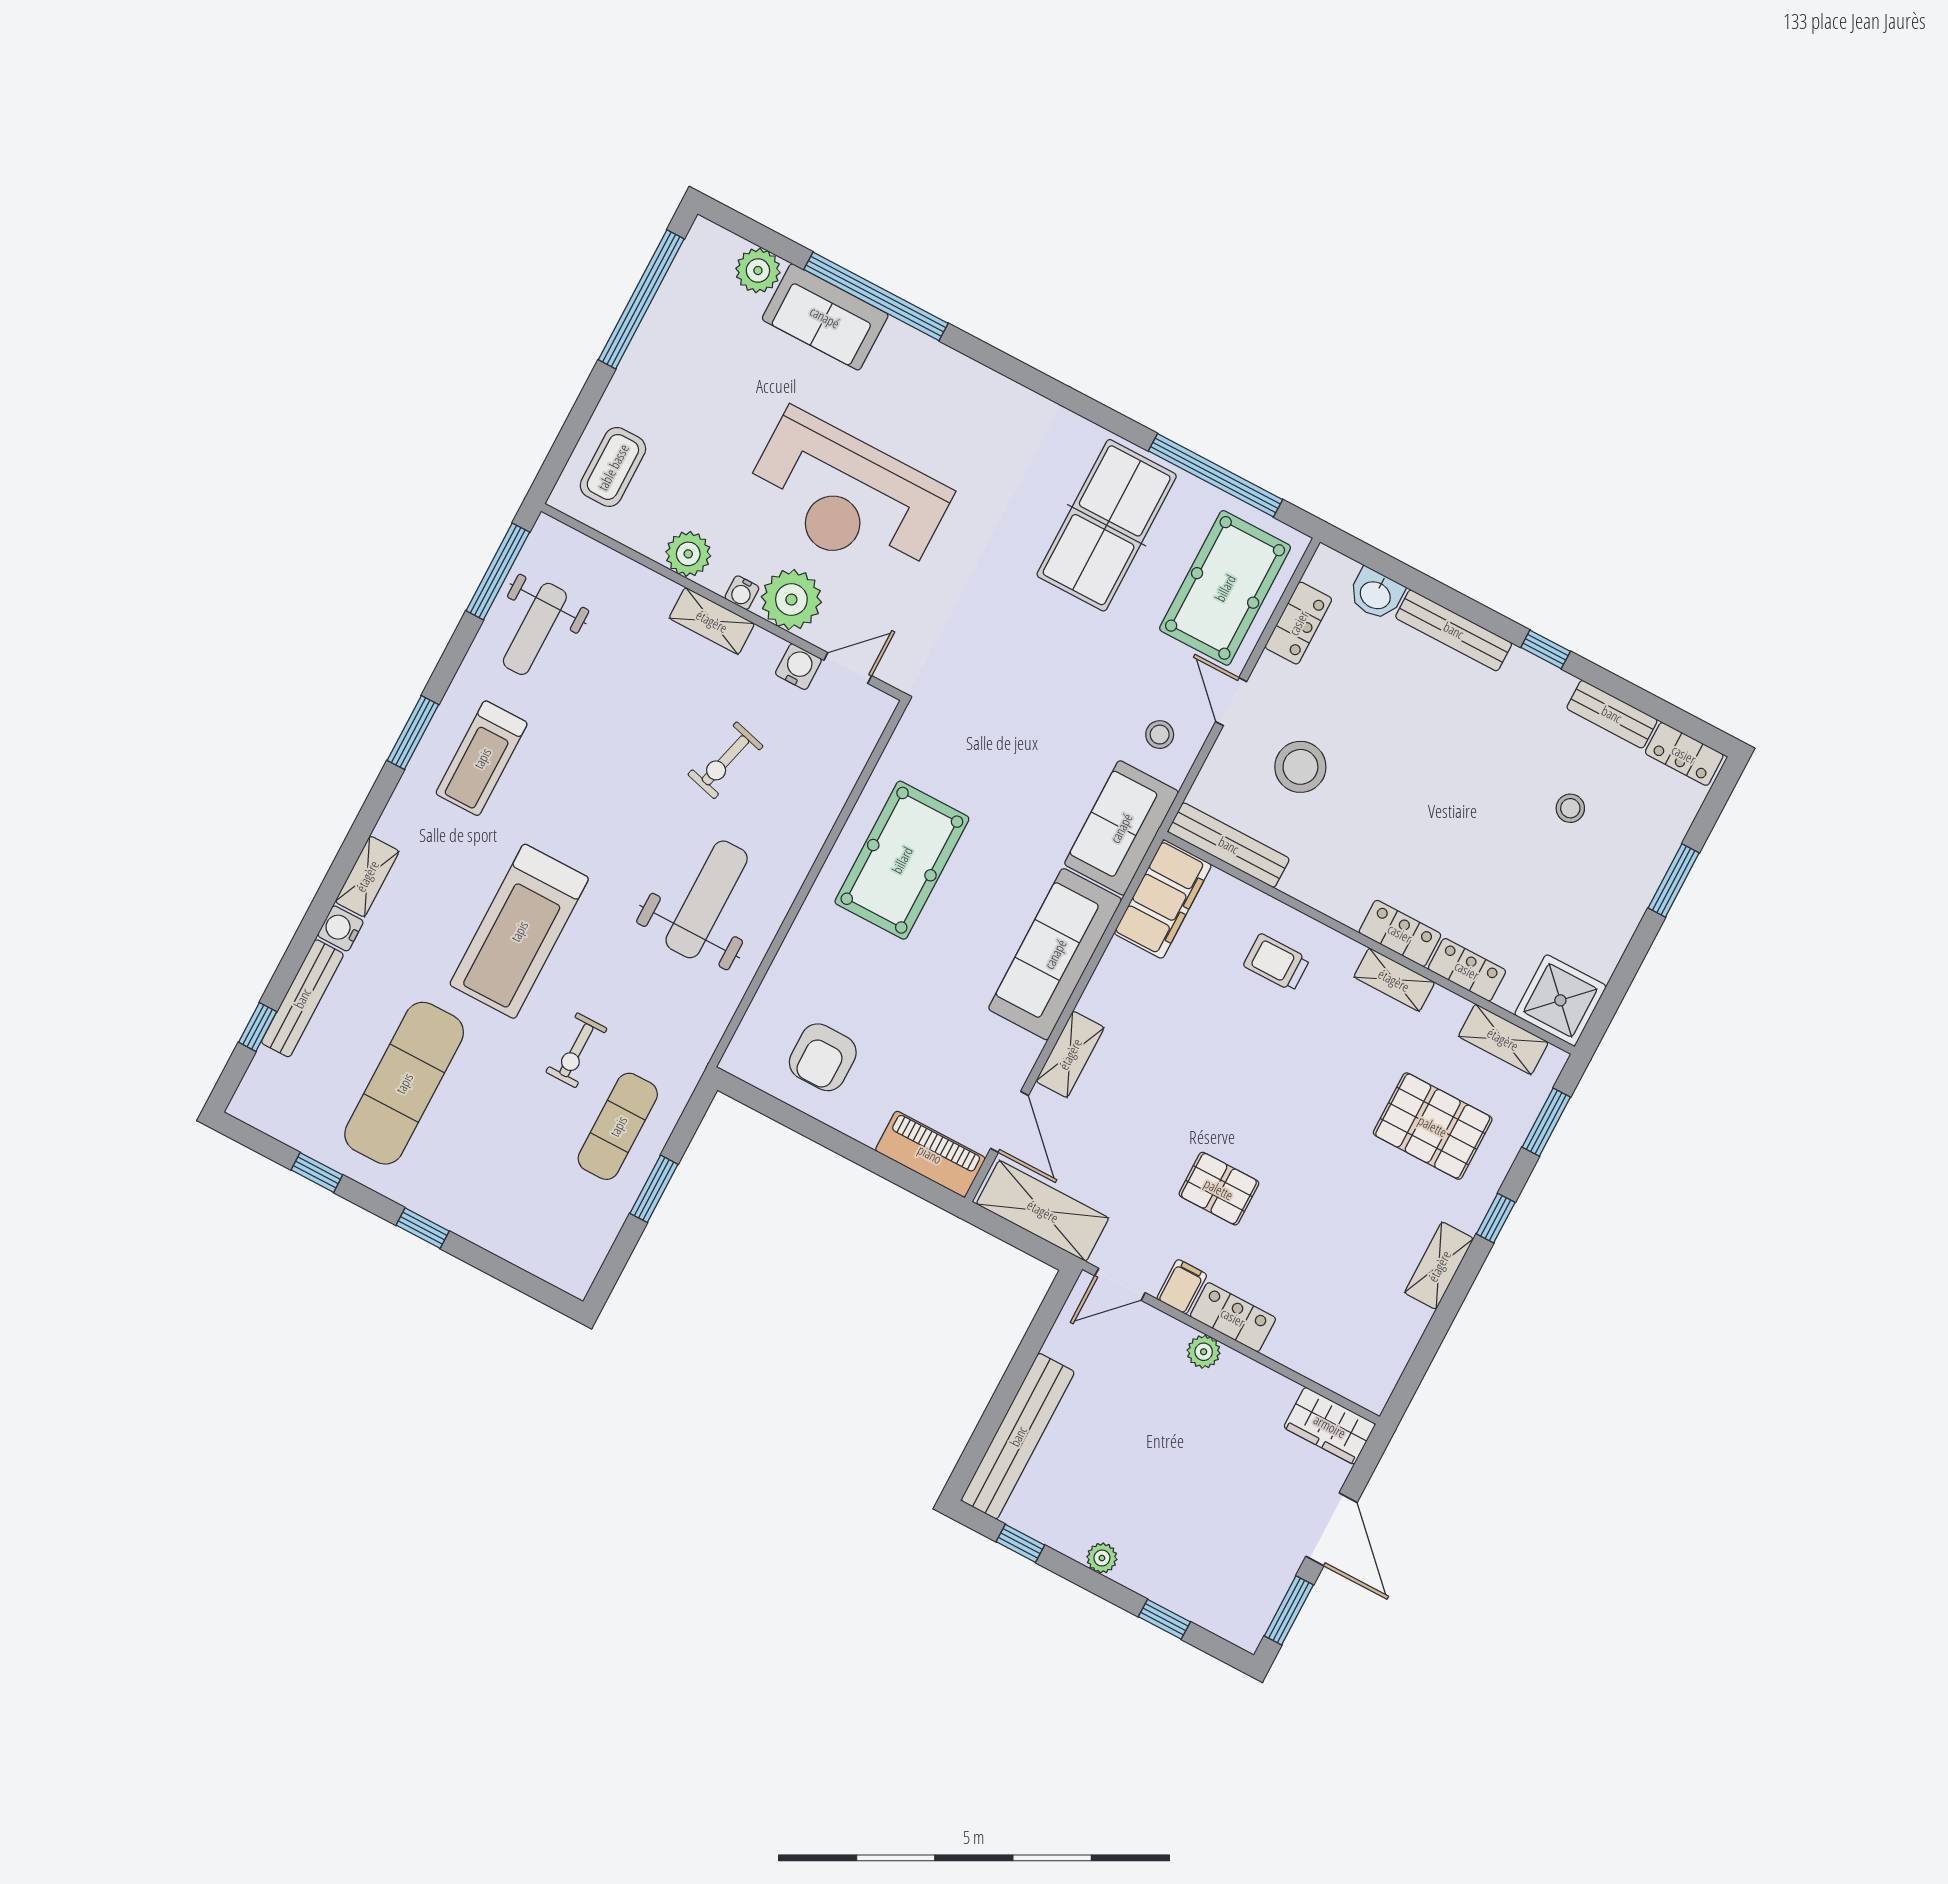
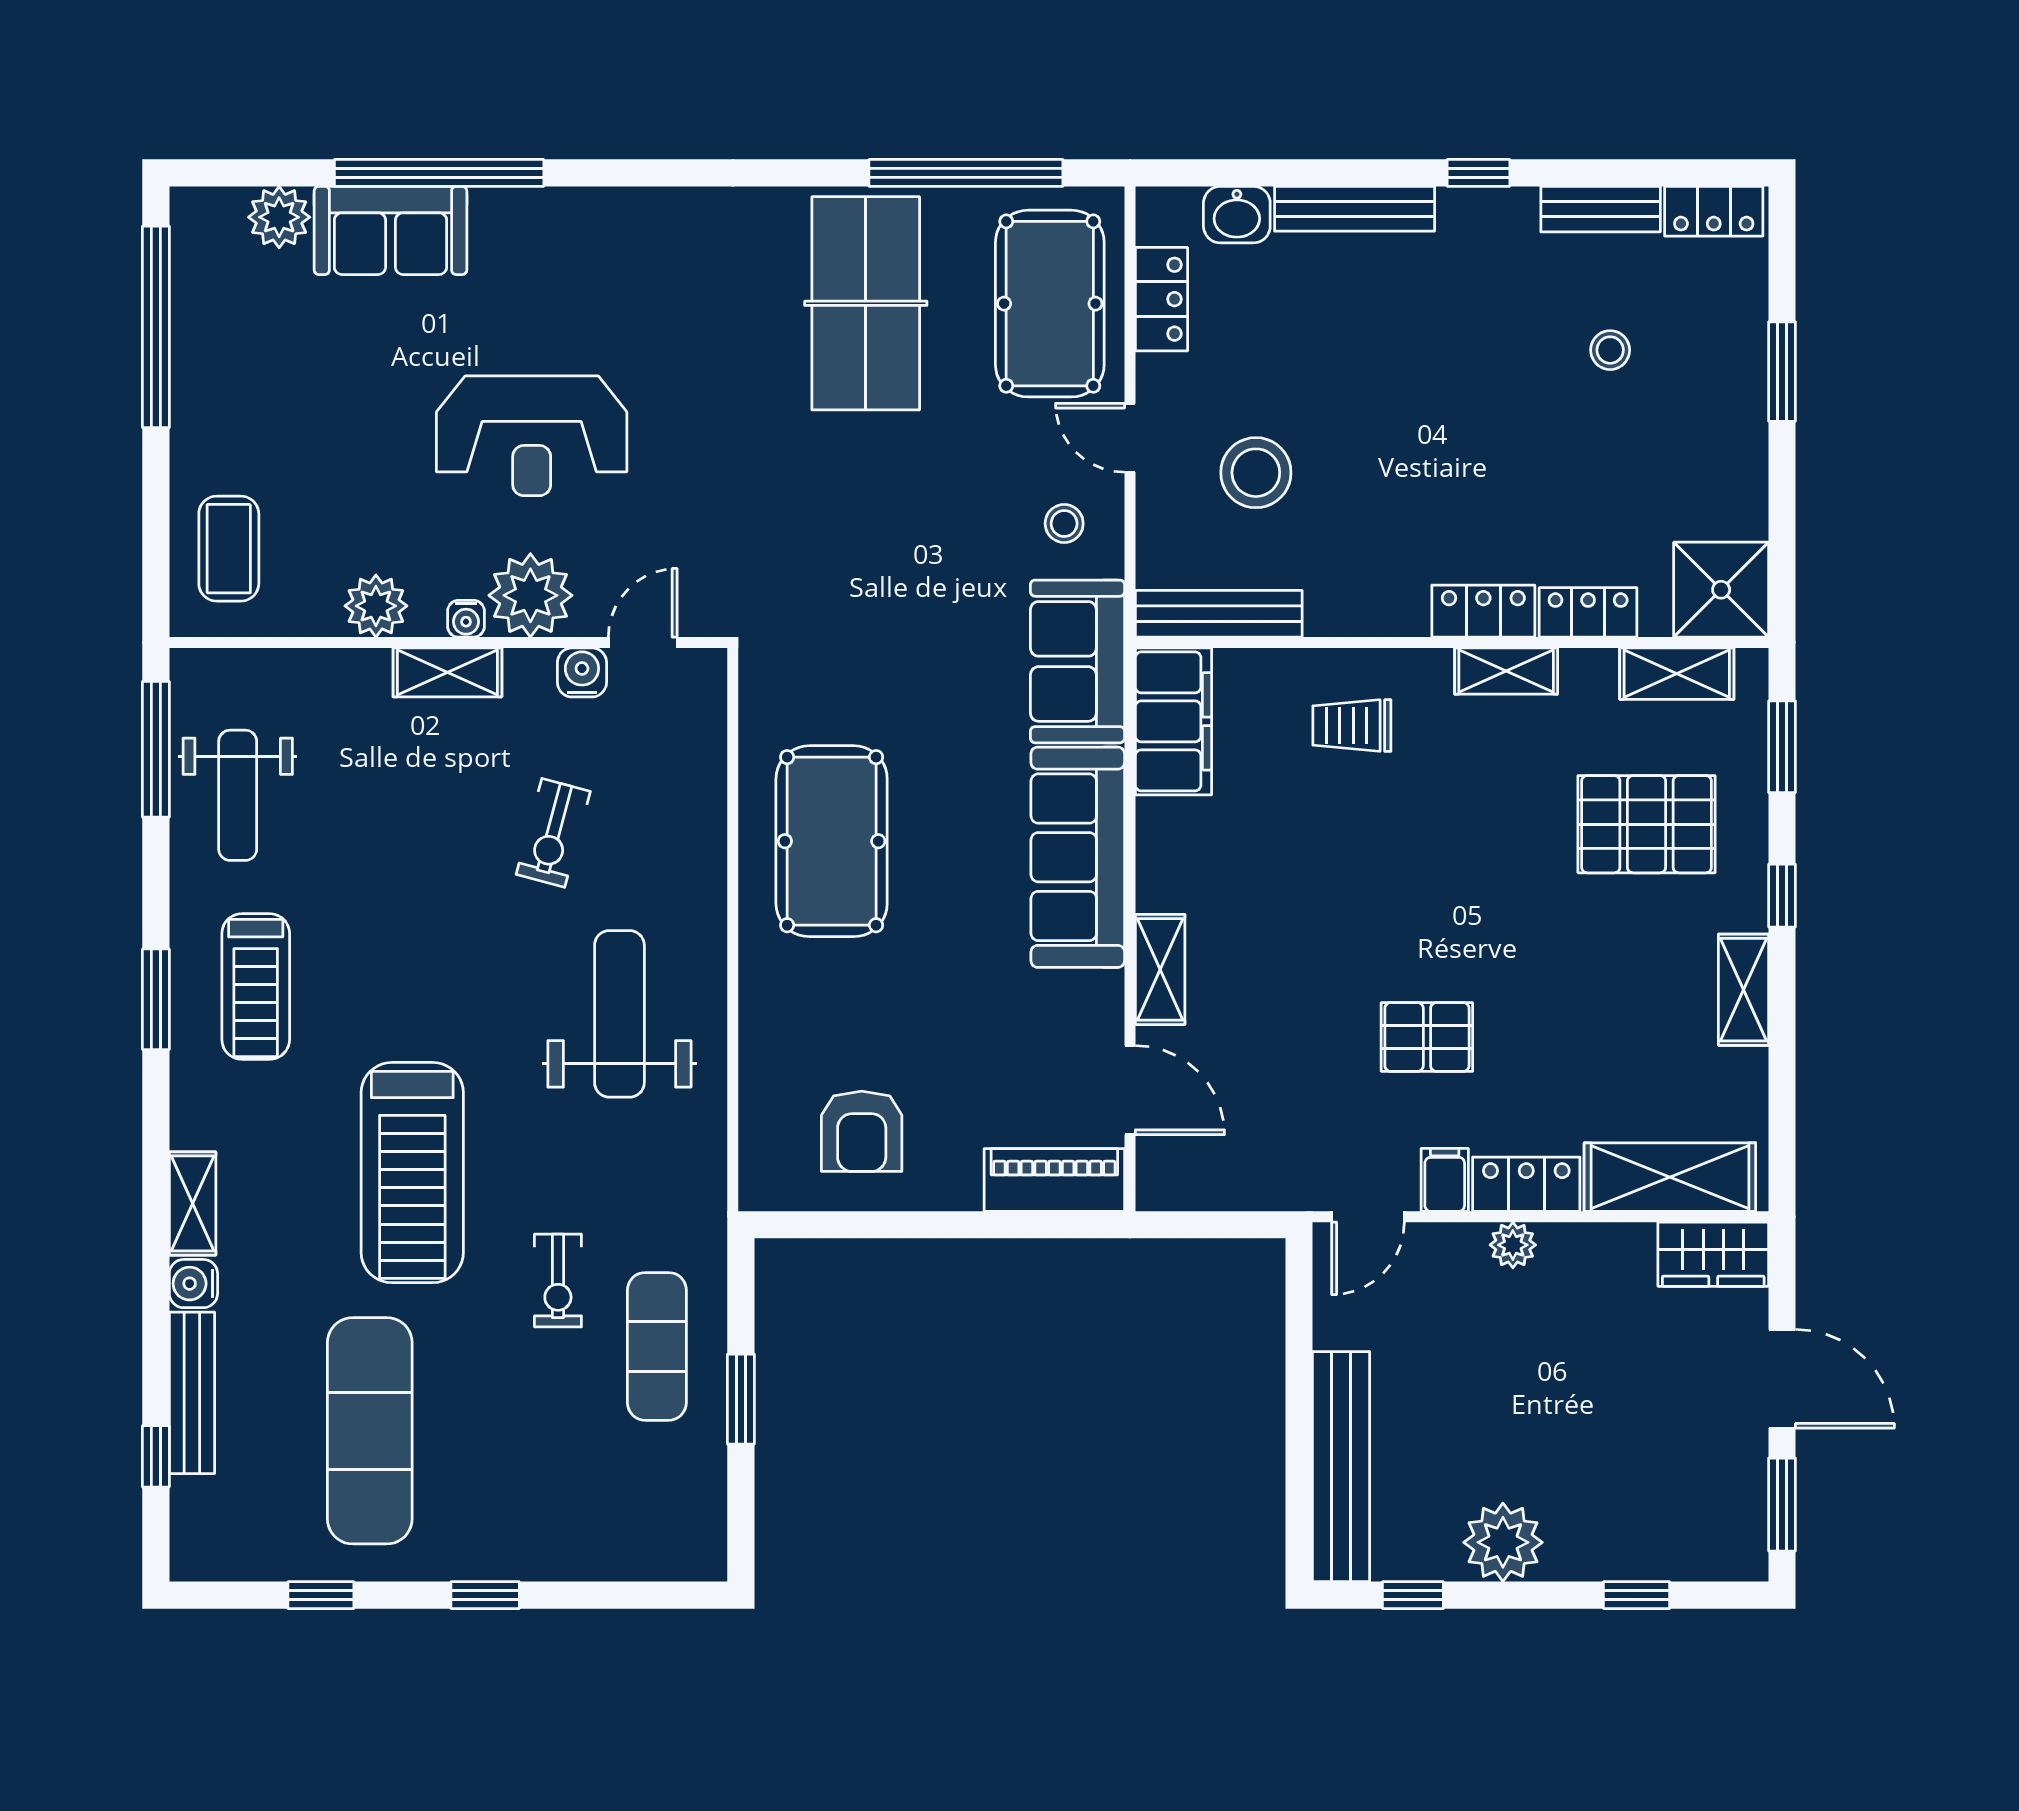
reception desk: (846, 497) -> (532, 436), width x0.74, depth x0.77
shelving: (1043, 1211) -> (1670, 1177), moved
plant: (1102, 1558) -> (1503, 1542), width x1.88, depth x1.88

